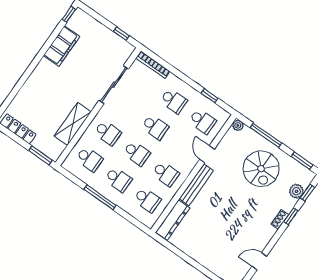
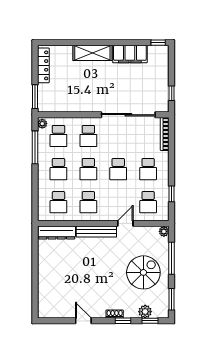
sliding door: (114, 85) -> (128, 115), width x1.36
shelving: (73, 124) -> (92, 53), moved
plant: (68, 166) -> (42, 124), added
spiral stairs: (261, 169) -> (143, 272), turned 180
window: (100, 197) -> (35, 147), moved
door: (259, 261) -> (83, 321), moved

